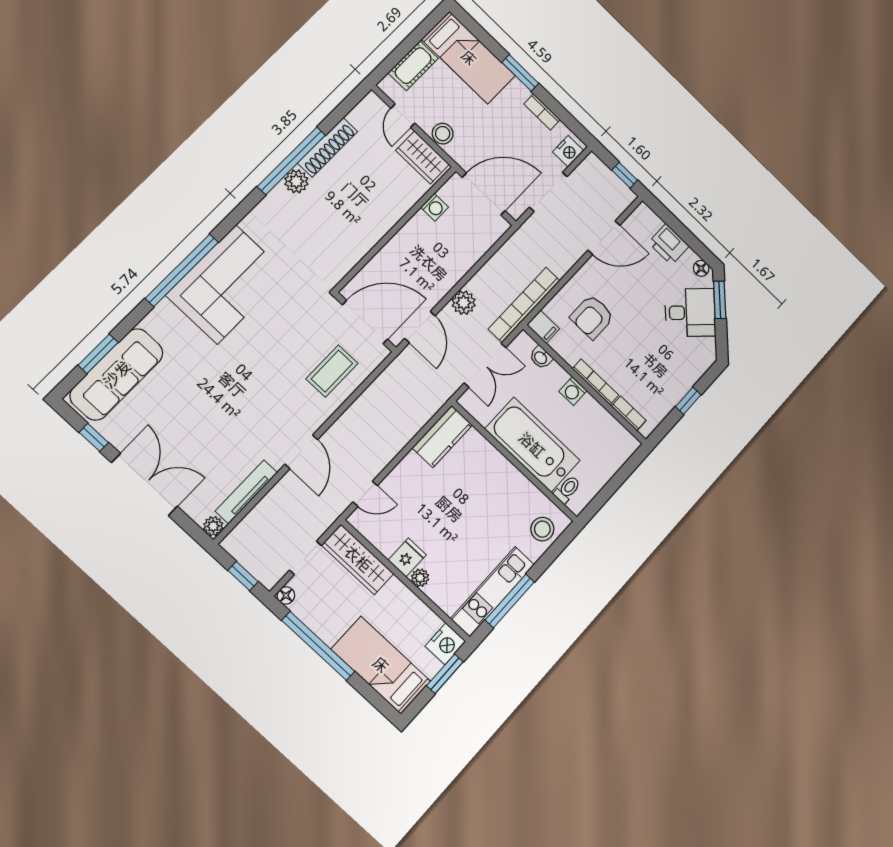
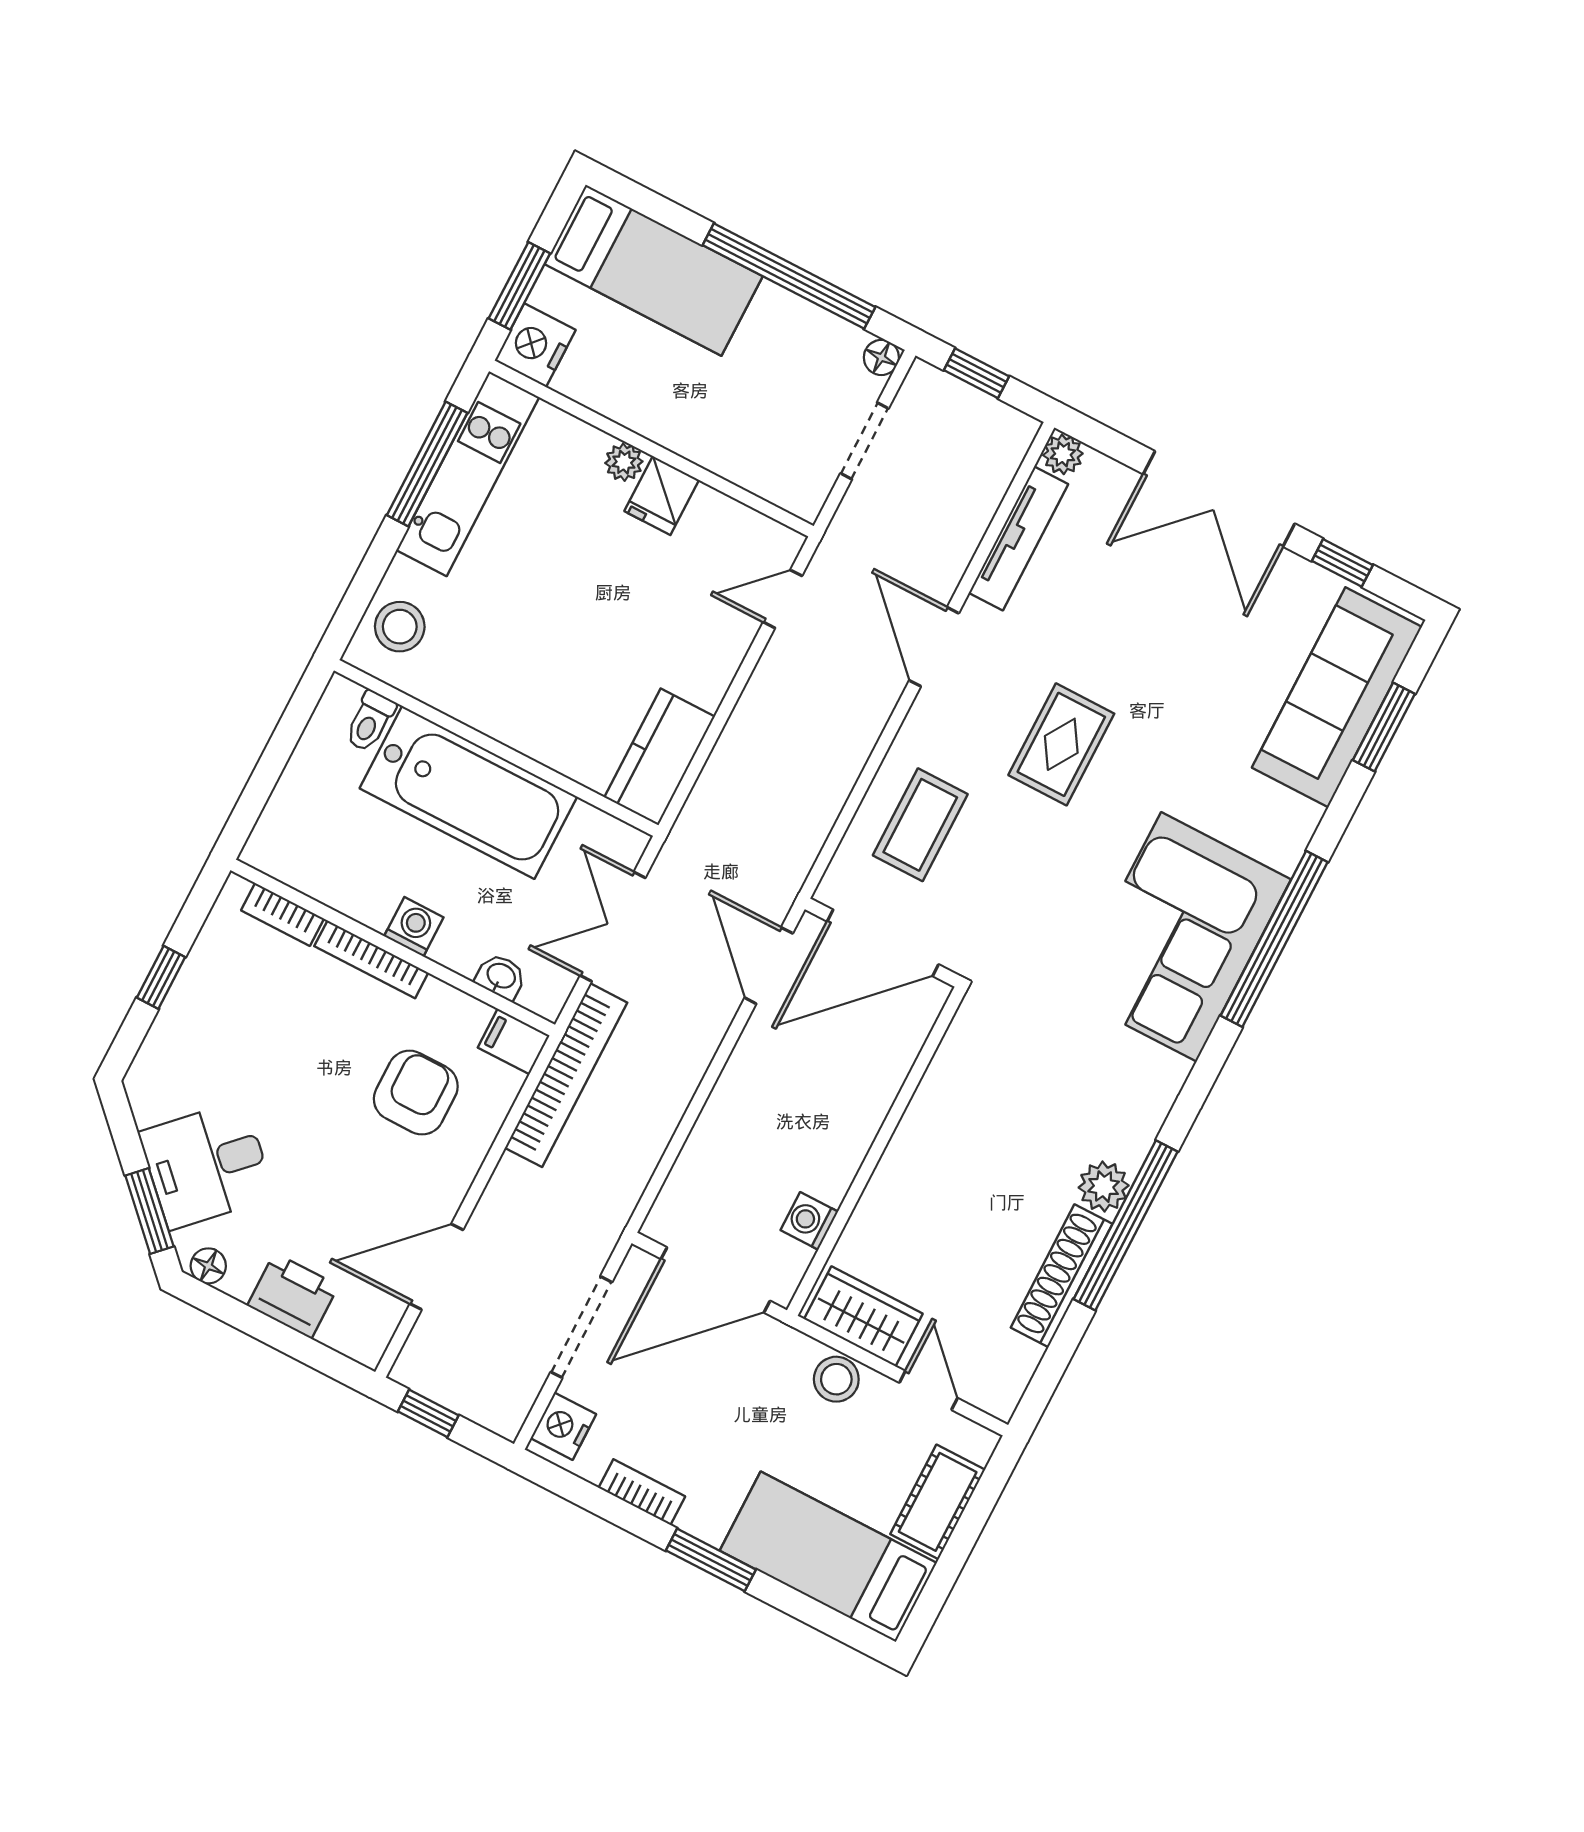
plant: (464, 303) -> (693, 1042), removed
rug: (255, 389) -> (1061, 744), added
wardrobe: (358, 559) -> (760, 465), removed

